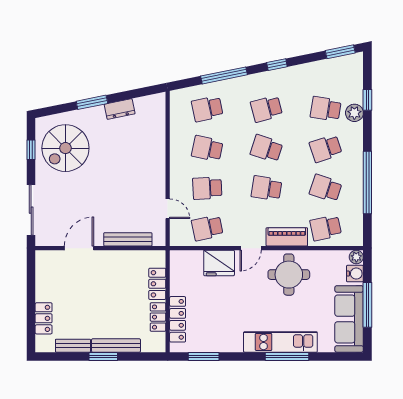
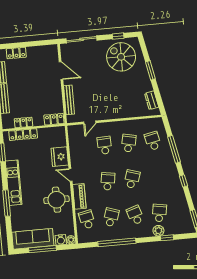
dresser: (120, 109) -> (152, 100), moved
school desk: (266, 109) -> (156, 177), removed
school desk: (207, 228) -> (80, 148), removed
locker: (157, 284) -> (54, 119), moved
kitchen unit: (280, 342) -> (14, 183), moved

